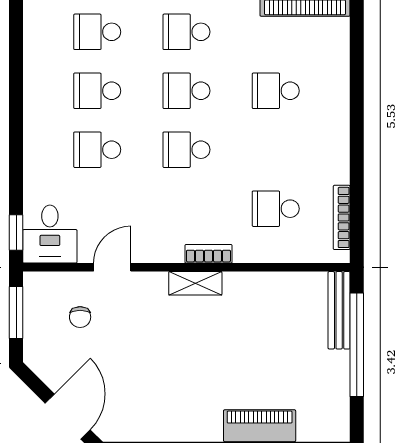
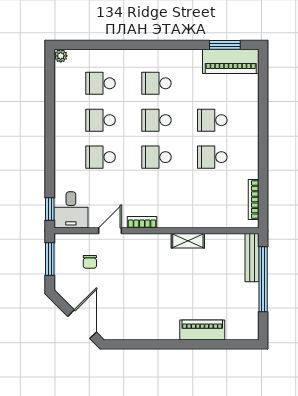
school desk: (276, 209) -> (212, 157), moved
bookcase: (208, 254) -> (142, 222), moved
shelving: (195, 283) -> (188, 241), moved

